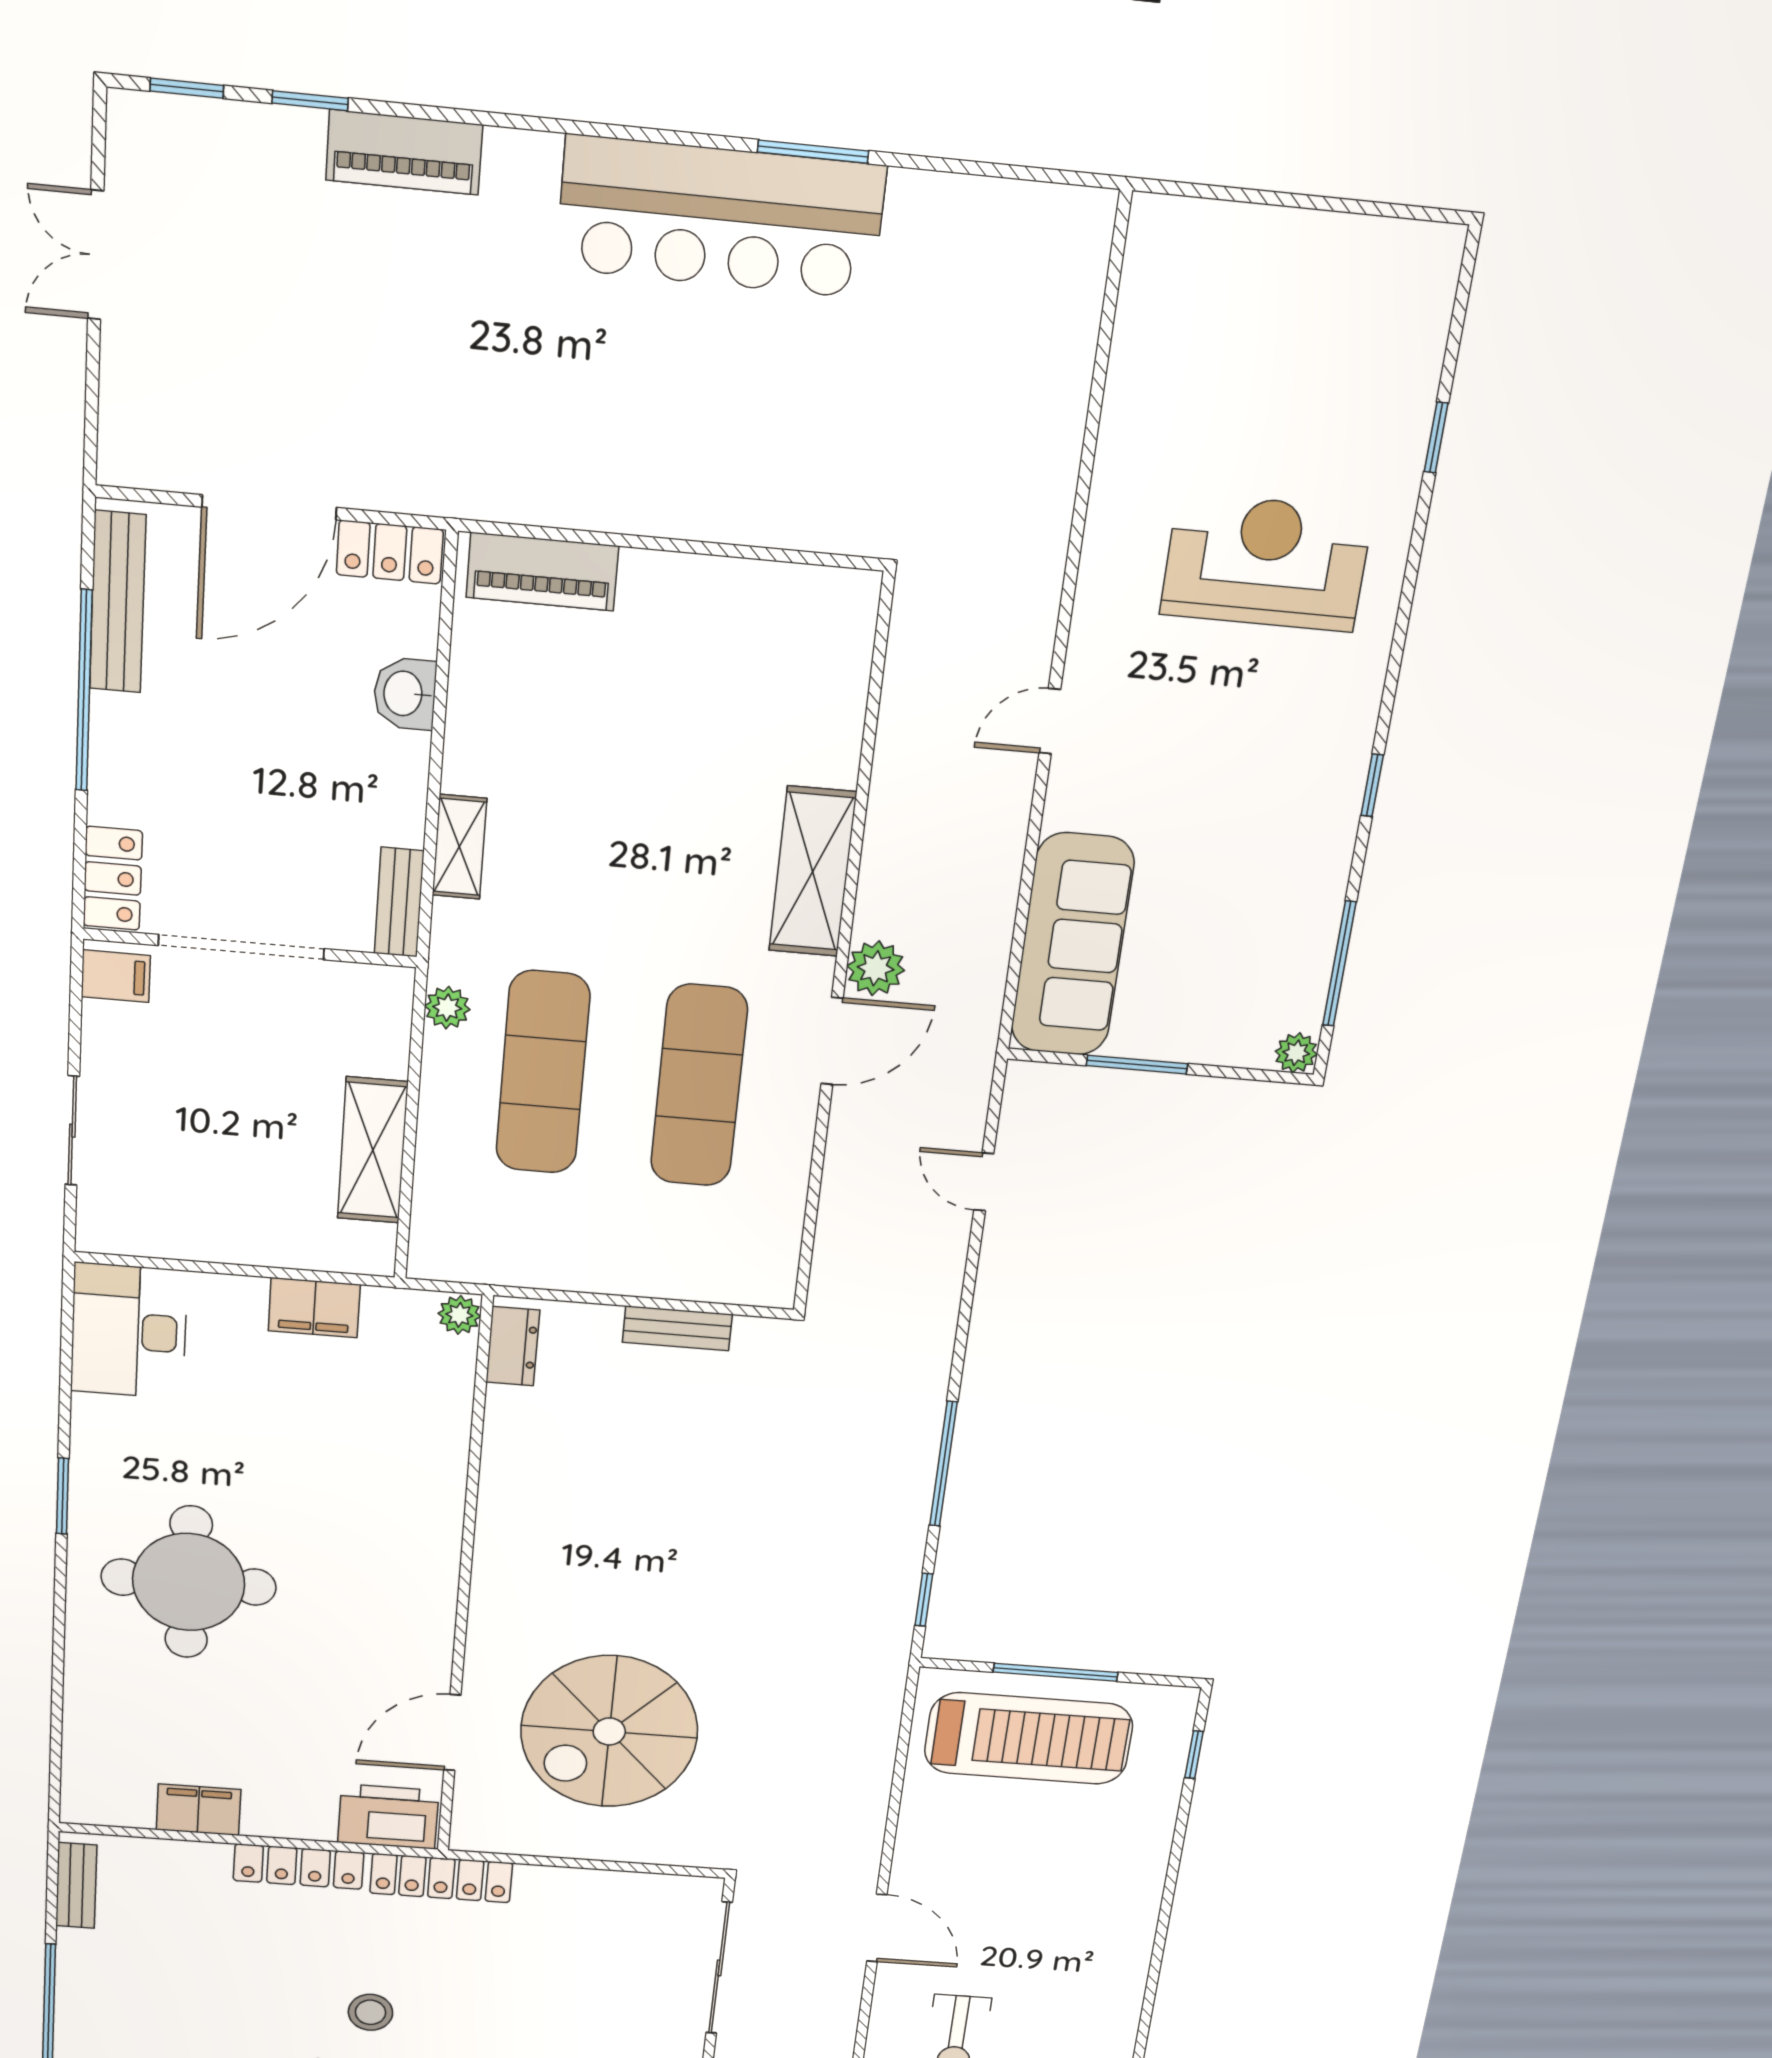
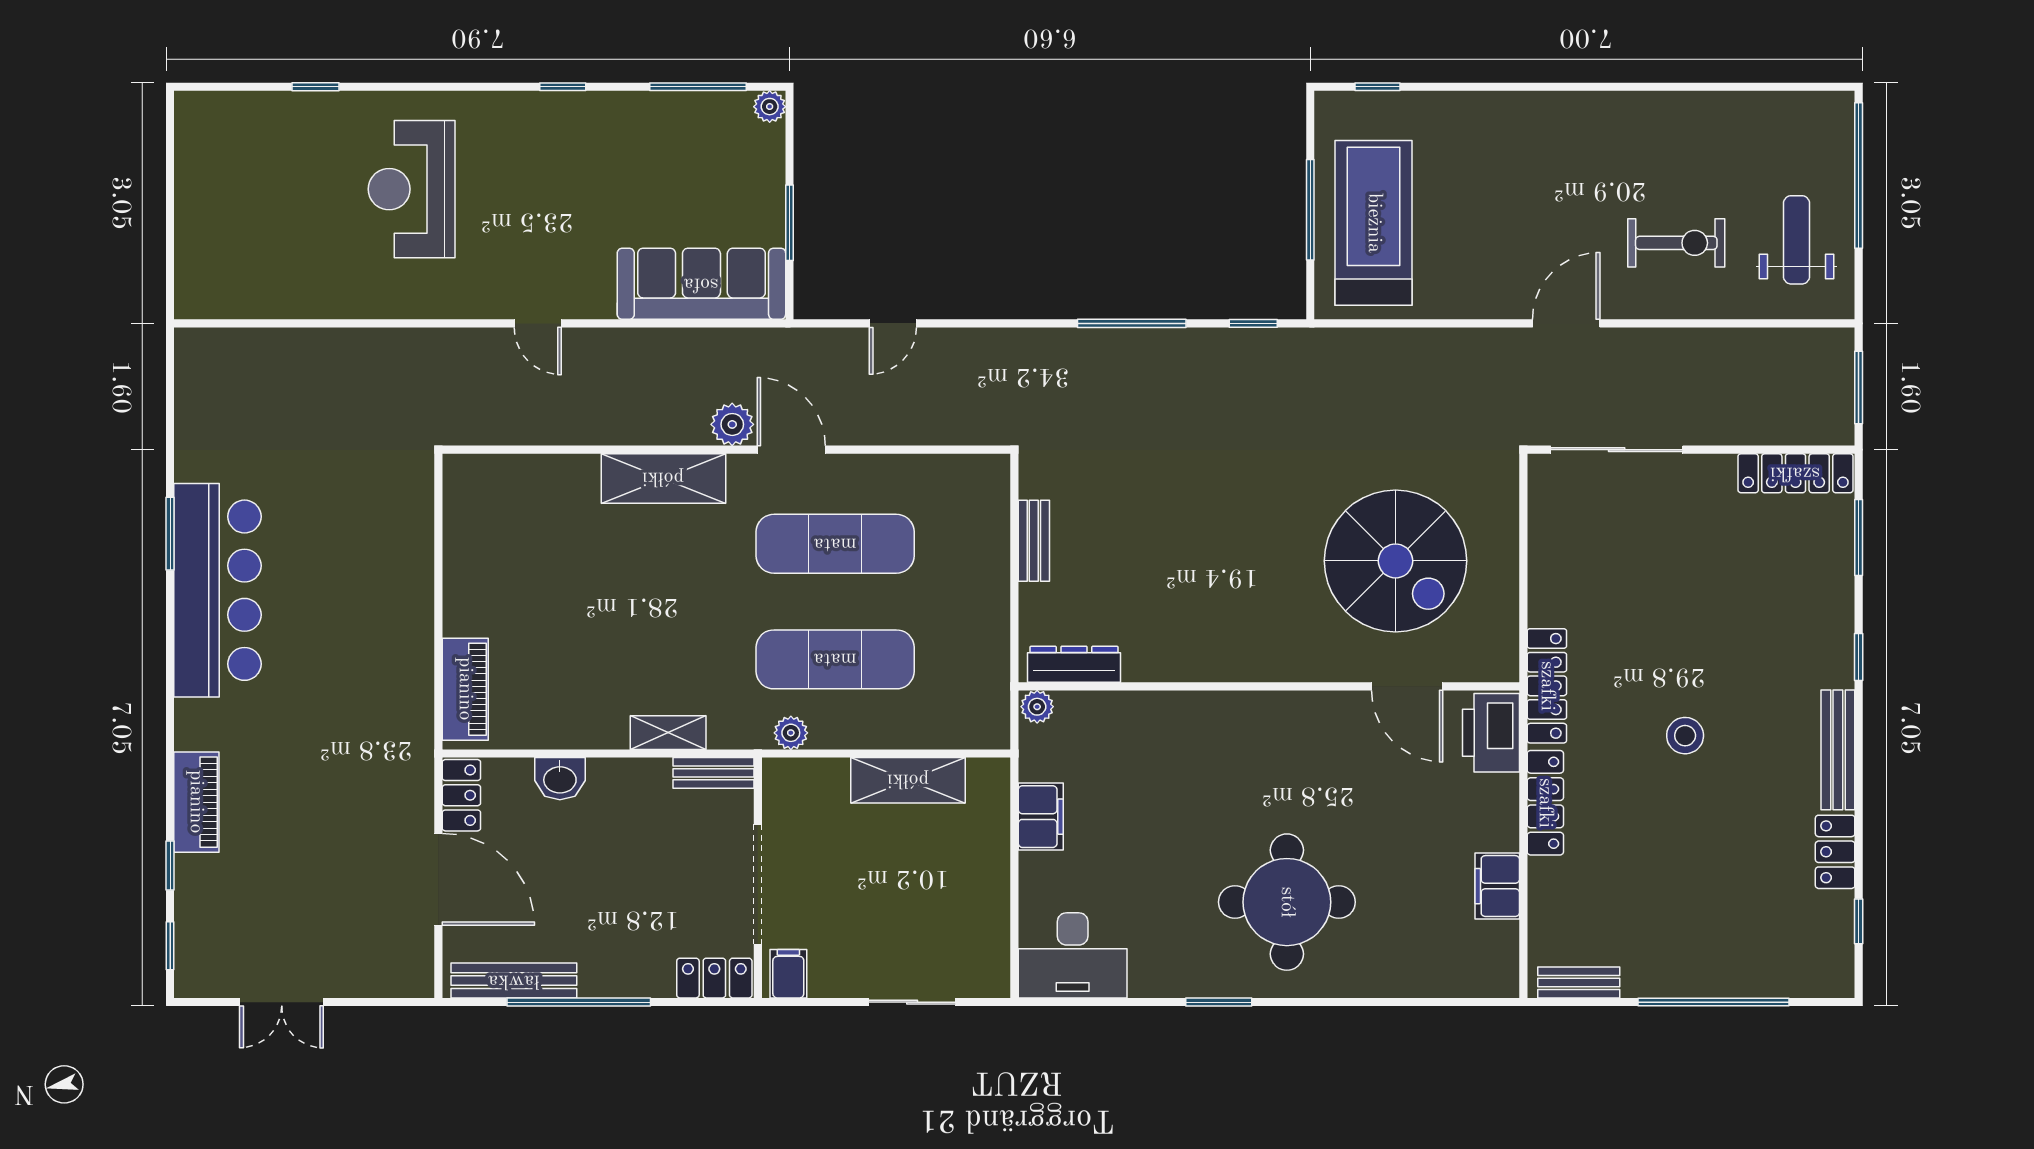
dresser: (513, 1346) -> (1074, 664), width x1.44

